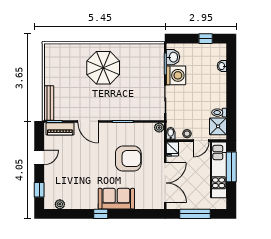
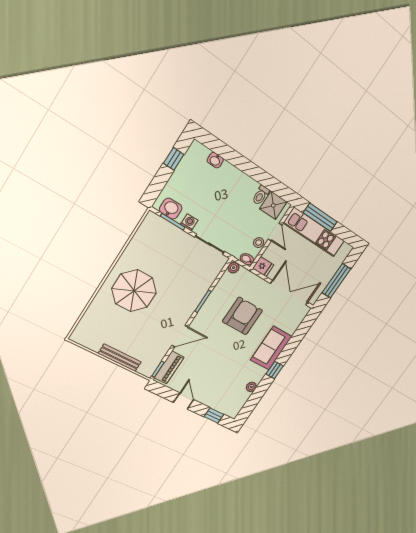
washing machine: (176, 75) -> (189, 222), width x0.53, depth x0.53
bench: (49, 103) -> (120, 358), moved
plant: (60, 204) -> (251, 387), moved

